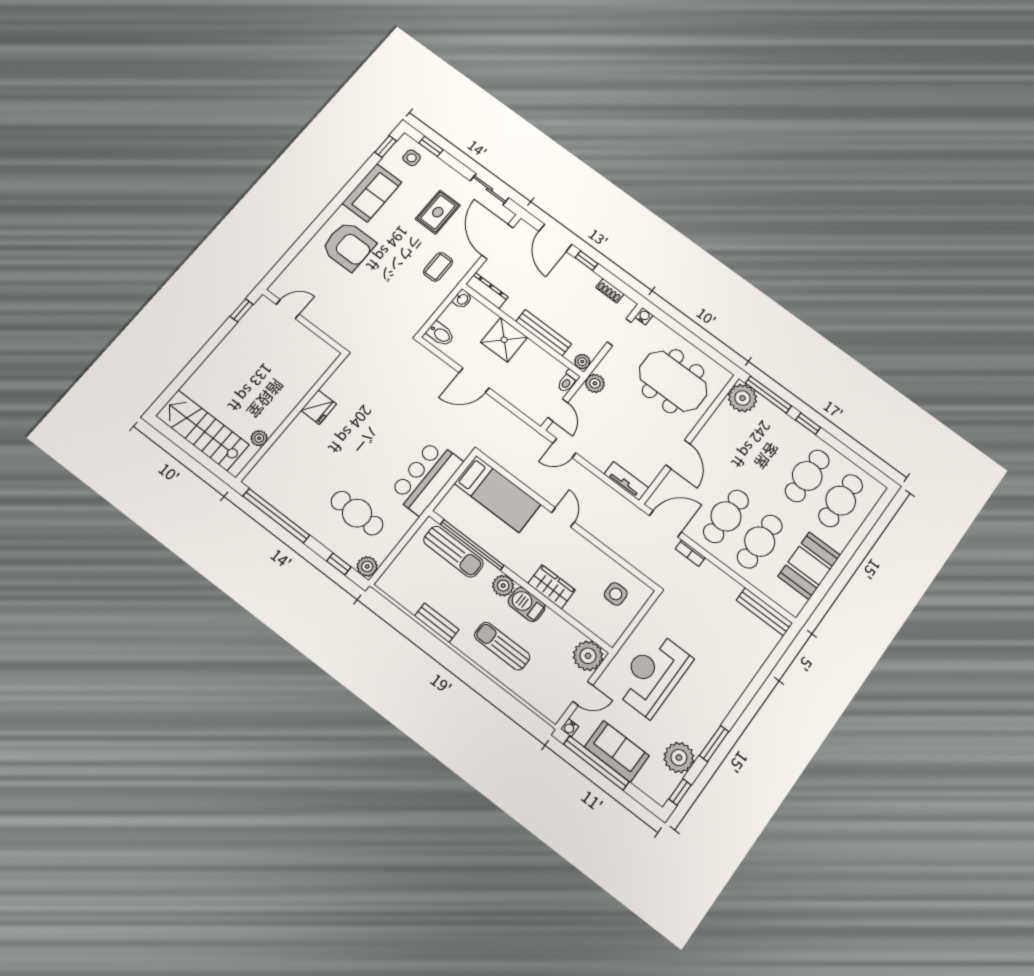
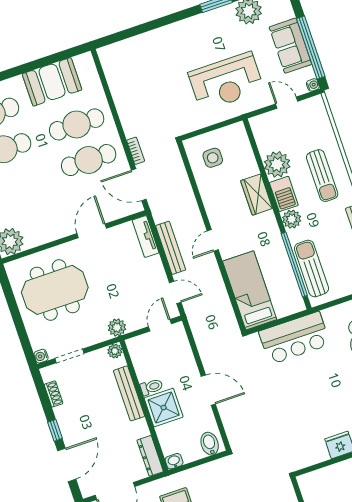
toilet: (568, 381) -> (151, 387), moved
meeting table: (673, 381) -> (55, 290), turned 90
bench: (764, 612) -> (171, 248), moved
plant: (588, 656) -> (277, 164), moved

